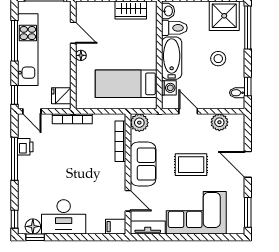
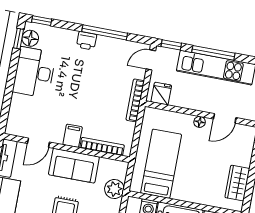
window: (15, 41) -> (213, 53), moved
plant: (139, 123) -> (114, 189), moved
printer: (25, 147) -> (87, 41), moved
filing cabinet: (116, 227) -> (73, 136), moved

